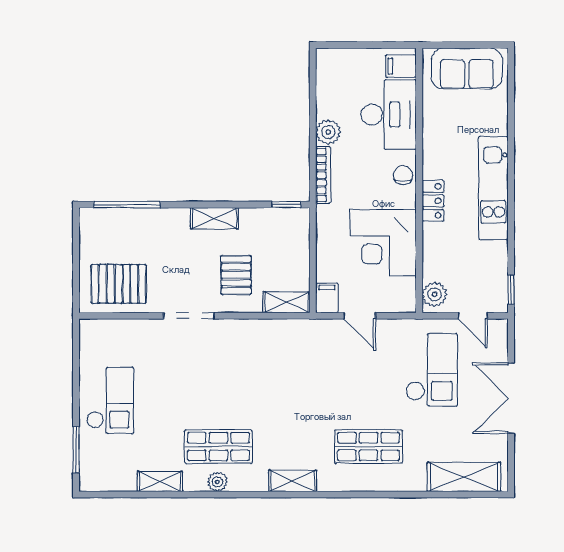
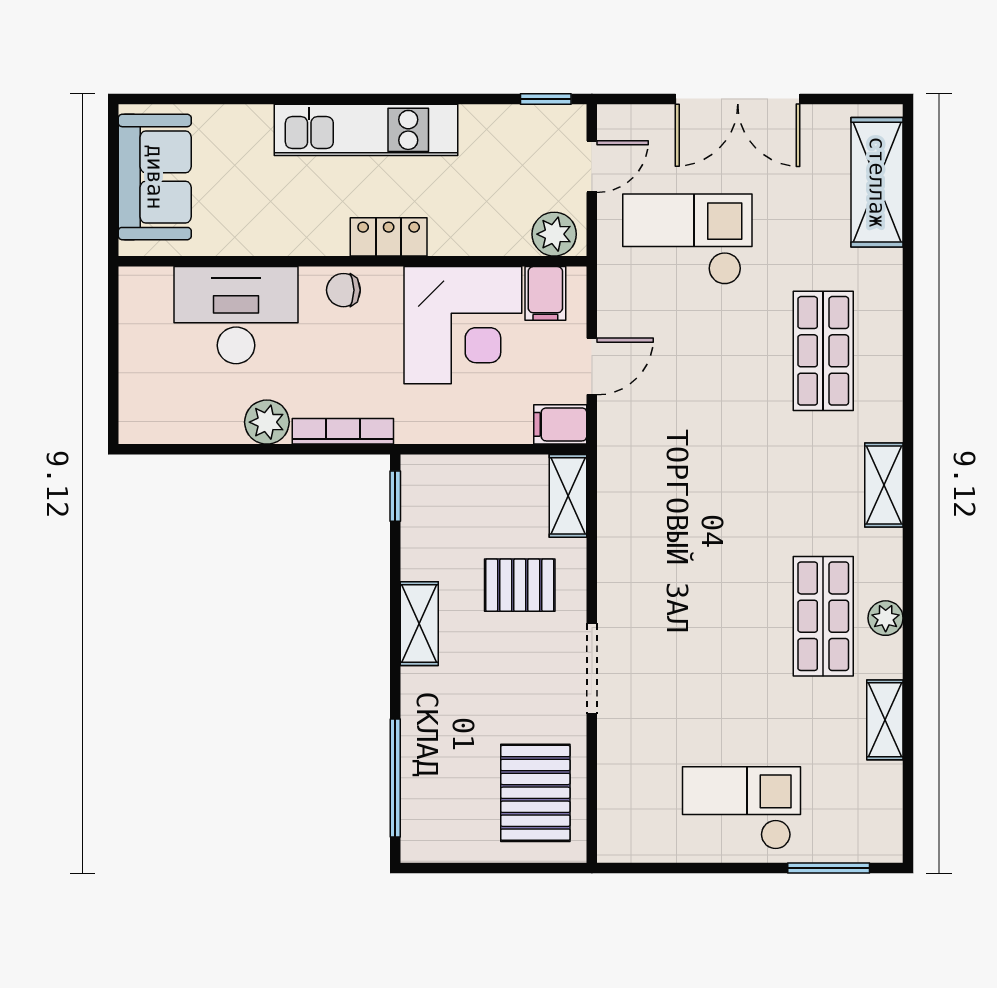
filing cabinet: (401, 66) -> (545, 293), moved

